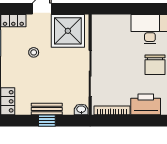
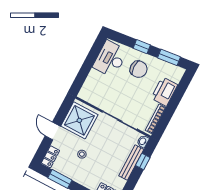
bench: (47, 109) -> (131, 163), width x1.36
window: (47, 121) -> (143, 161), moved

